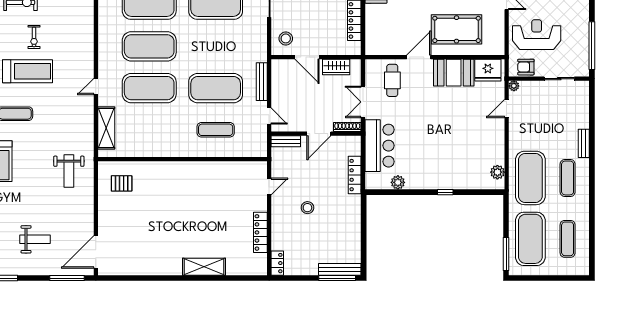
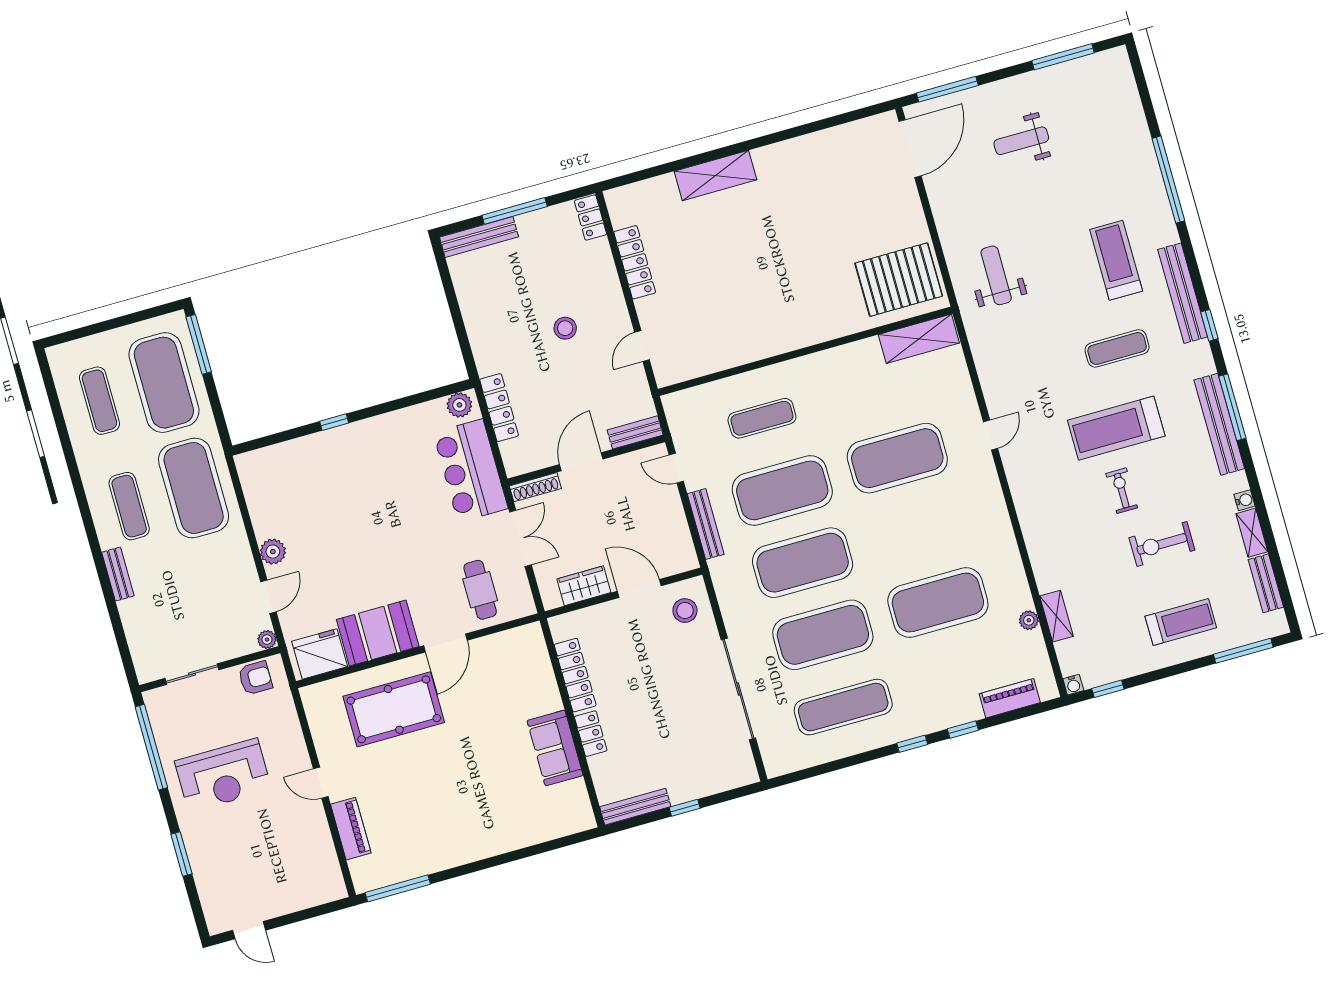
reception desk: (537, 35) -> (223, 775), moved
exercise mat: (149, 46) -> (803, 563), moved
shelving: (106, 128) -> (919, 339), moved, turned 90
plant: (497, 172) -> (273, 552), moved
plant: (398, 182) -> (459, 405), moved
pallet: (122, 183) -> (899, 280), width x2.05, depth x2.00
window: (337, 278) -> (515, 211), moved

